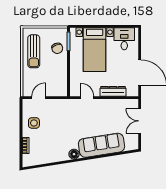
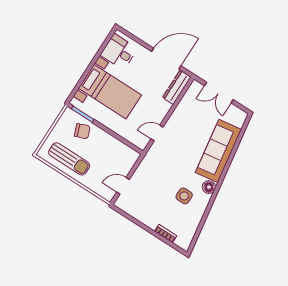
dresser: (113, 91) -> (177, 87), moved
door: (39, 98) -> (123, 186), hinge flipped
side table: (34, 123) -> (184, 196), moved

